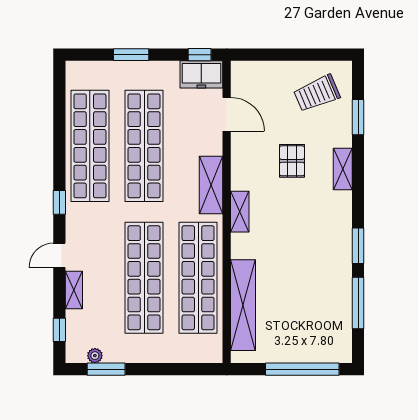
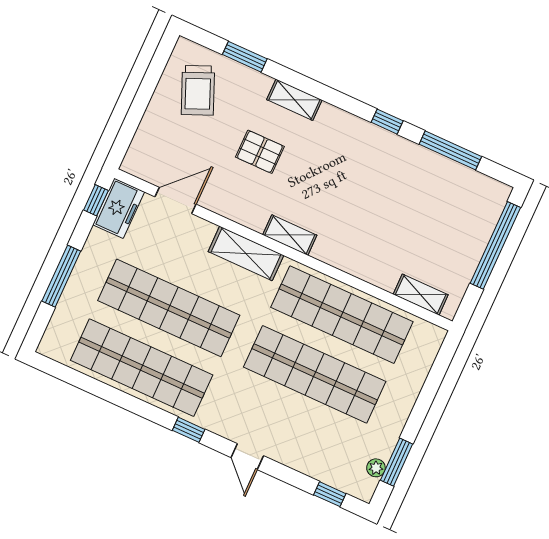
window: (131, 55) -> (61, 276), width x1.44
window: (358, 246) -> (387, 122), width x0.67
shelving: (74, 290) -> (293, 458), removed
shelving: (243, 305) -> (421, 295), width x0.45, depth x0.75

